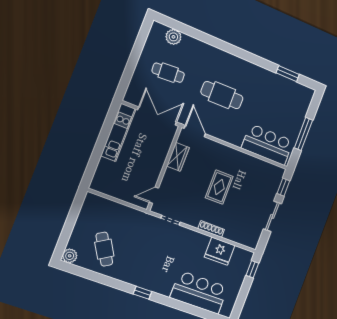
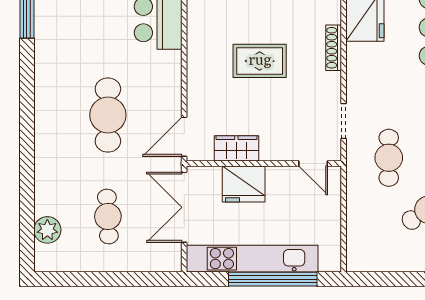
kitchen unit: (118, 132) -> (252, 259), width x1.36
window: (99, 149) -> (273, 279), added
fridge: (157, 153) -> (244, 184), added
cafe table: (141, 237) -> (389, 158), added

